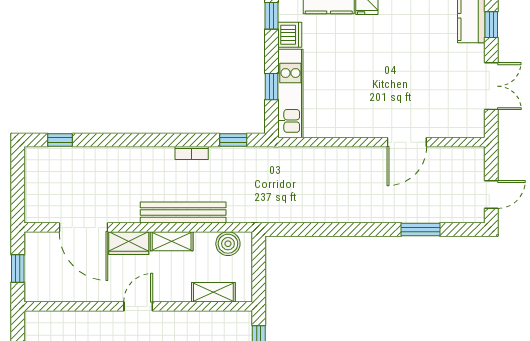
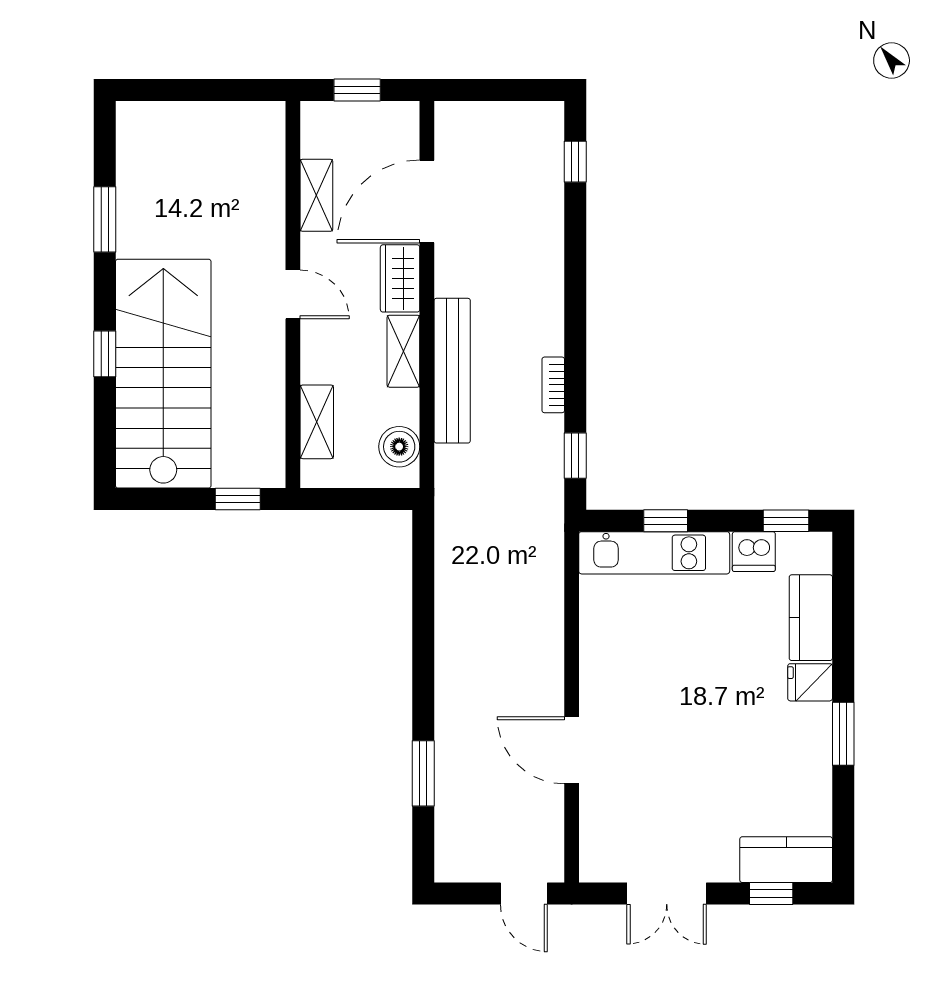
door: (491, 194) -> (524, 894), moved
shelving: (80, 292) -> (316, 195), added

